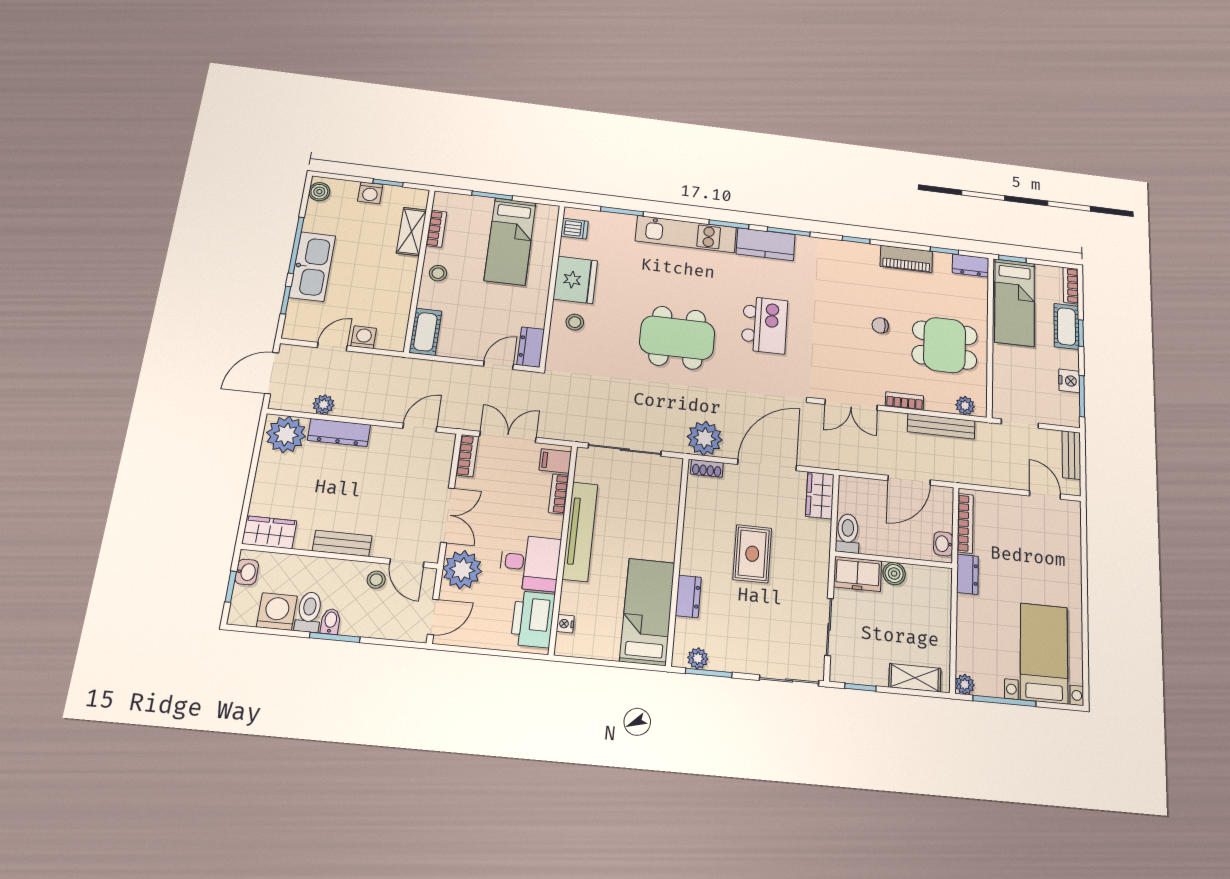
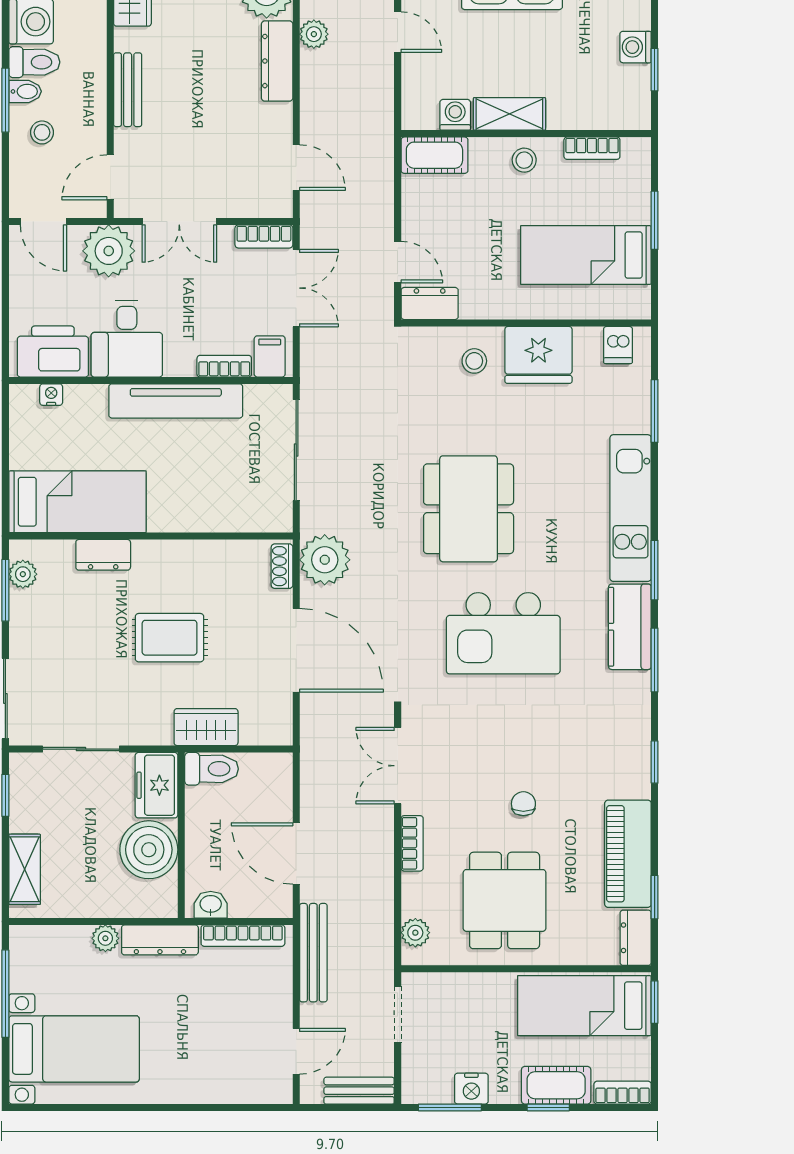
shelving: (411, 232) -> (509, 114), moved
piano: (906, 259) -> (628, 854), width x1.37, depth x1.33
kitchen island: (764, 325) -> (503, 633), width x1.37, depth x1.28
washing machine: (364, 337) -> (455, 115), moved, turned -90
bench: (941, 426) -> (313, 953), moved
wardrobe: (820, 495) -> (206, 727), moved
boiler: (894, 574) -> (149, 850), width x1.86, depth x1.86
dresser: (967, 574) -> (160, 940), width x1.44
stool: (376, 580) -> (42, 132), moved
plant: (965, 684) -> (105, 938), moved

